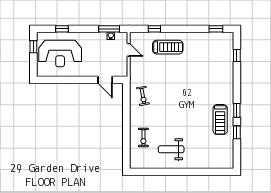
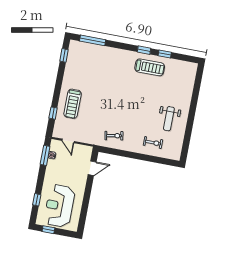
treadmill: (168, 47) -> (73, 104), turned 180
door: (129, 50) -> (68, 141), swing flipped
reception desk: (60, 54) -> (59, 206), turned 180
window: (237, 55) -> (93, 40), width x2.17

